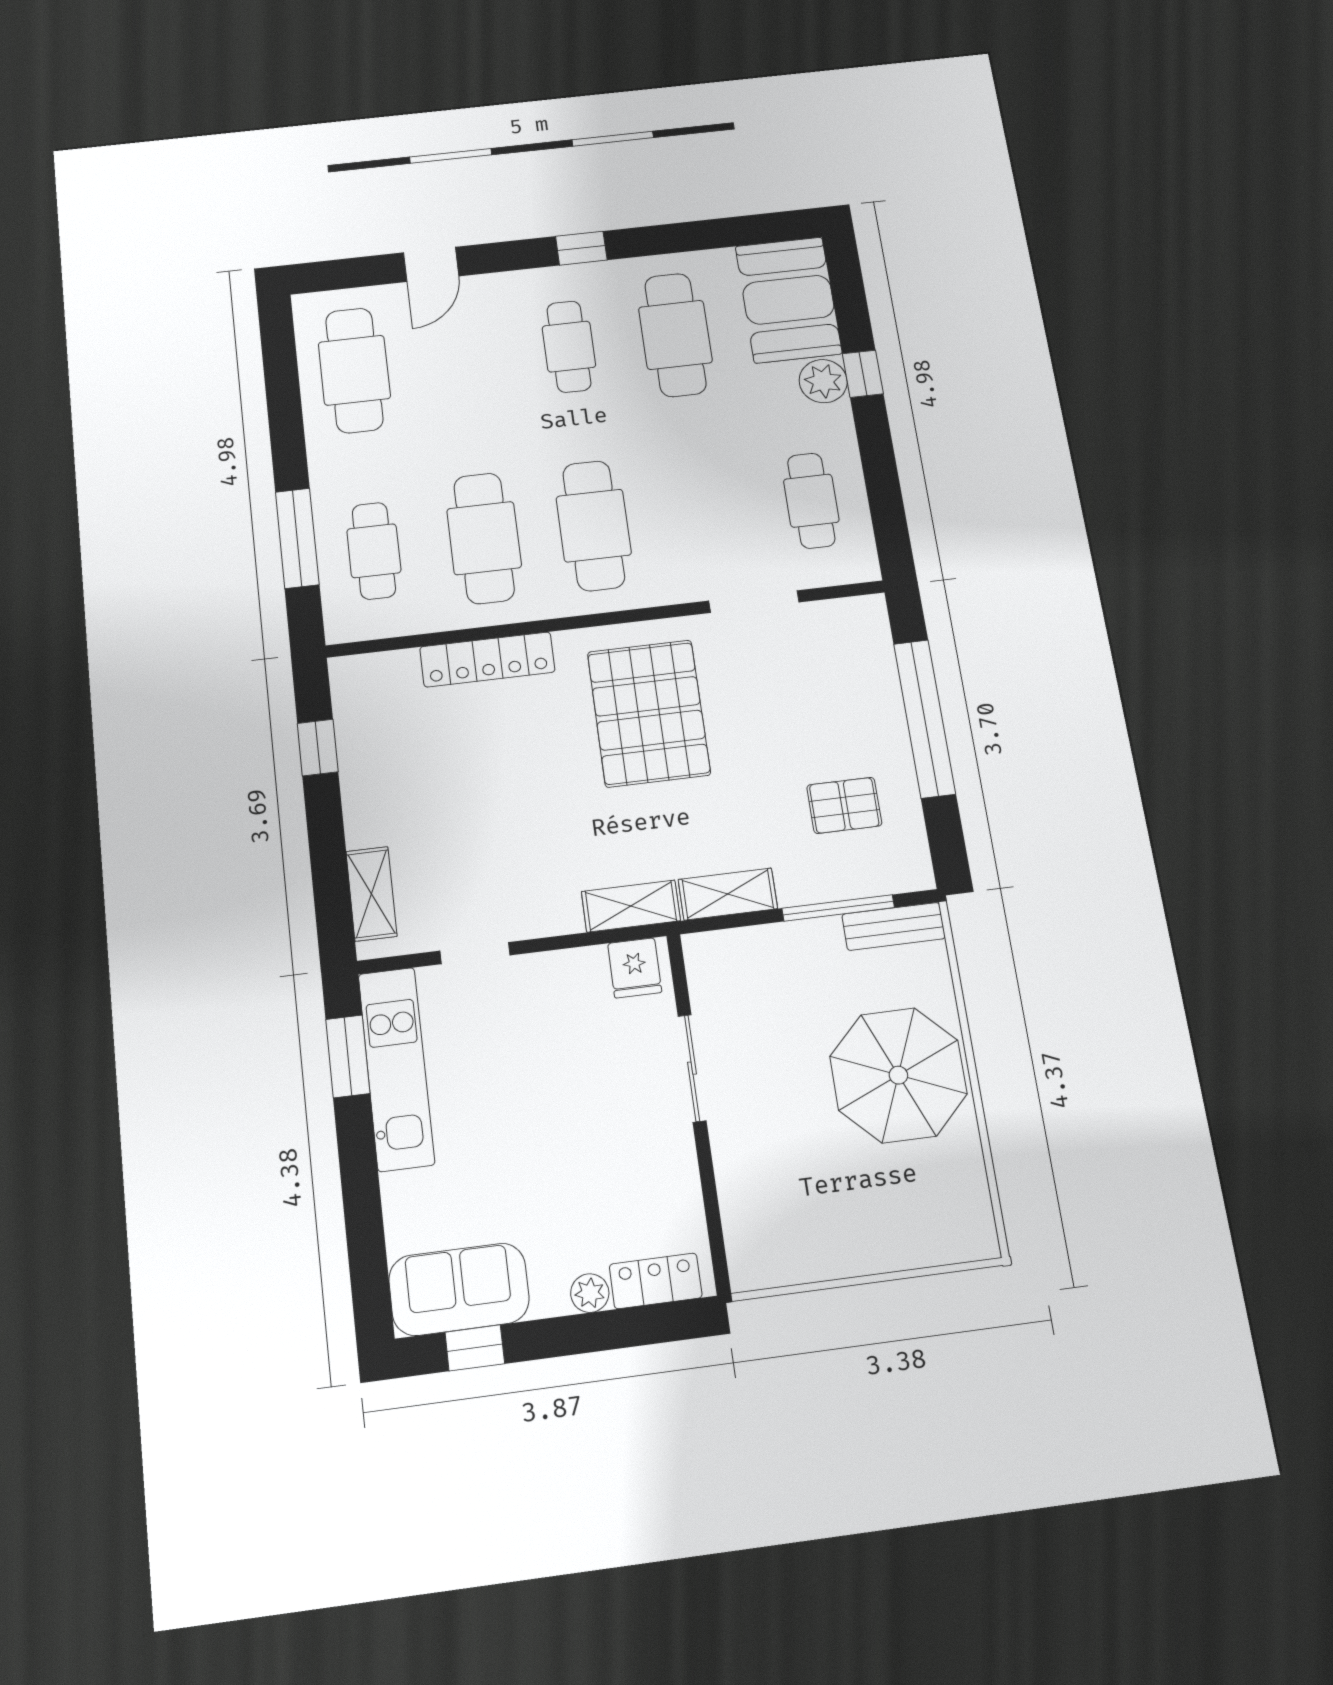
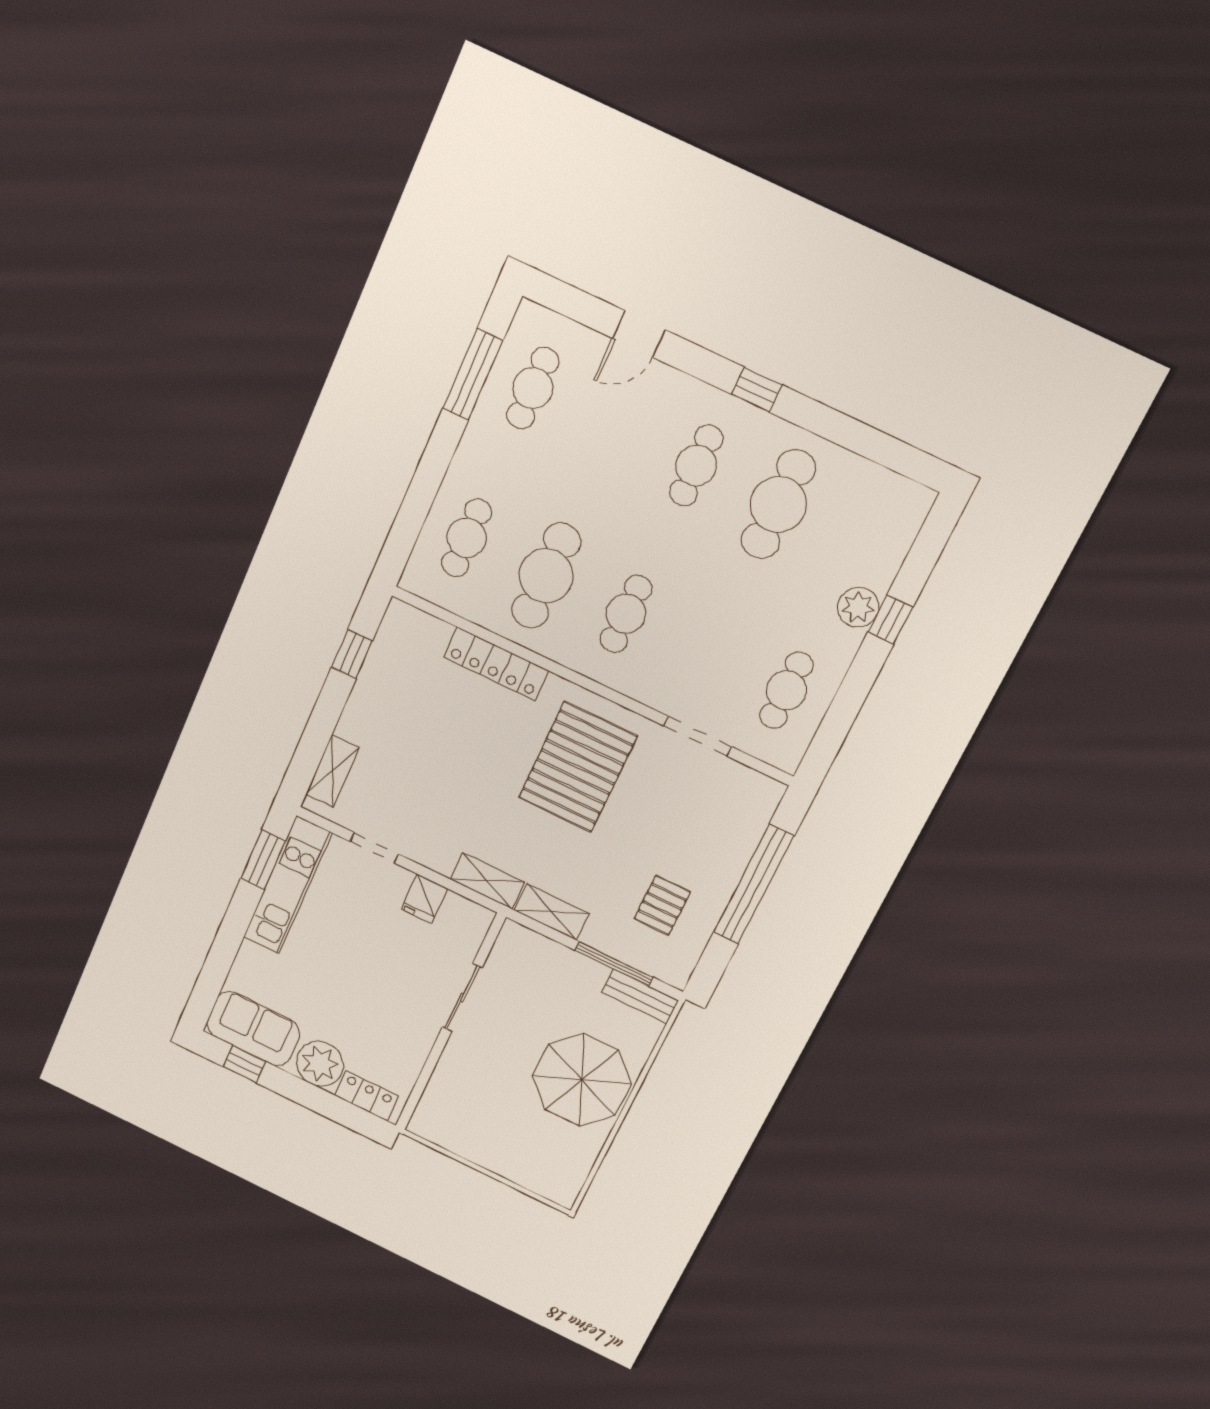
booth: (788, 300) -> (879, 528), removed
cafe table: (354, 370) -> (533, 388), width x0.73, depth x0.74
cafe table: (594, 526) -> (626, 614), width x0.73, depth x0.74
window: (297, 538) -> (473, 375), moved
pallet: (844, 805) -> (662, 905), turned 90
fridge: (635, 968) -> (424, 899), moved
plant: (590, 1293) -> (320, 1064), width x1.88, depth x1.88

